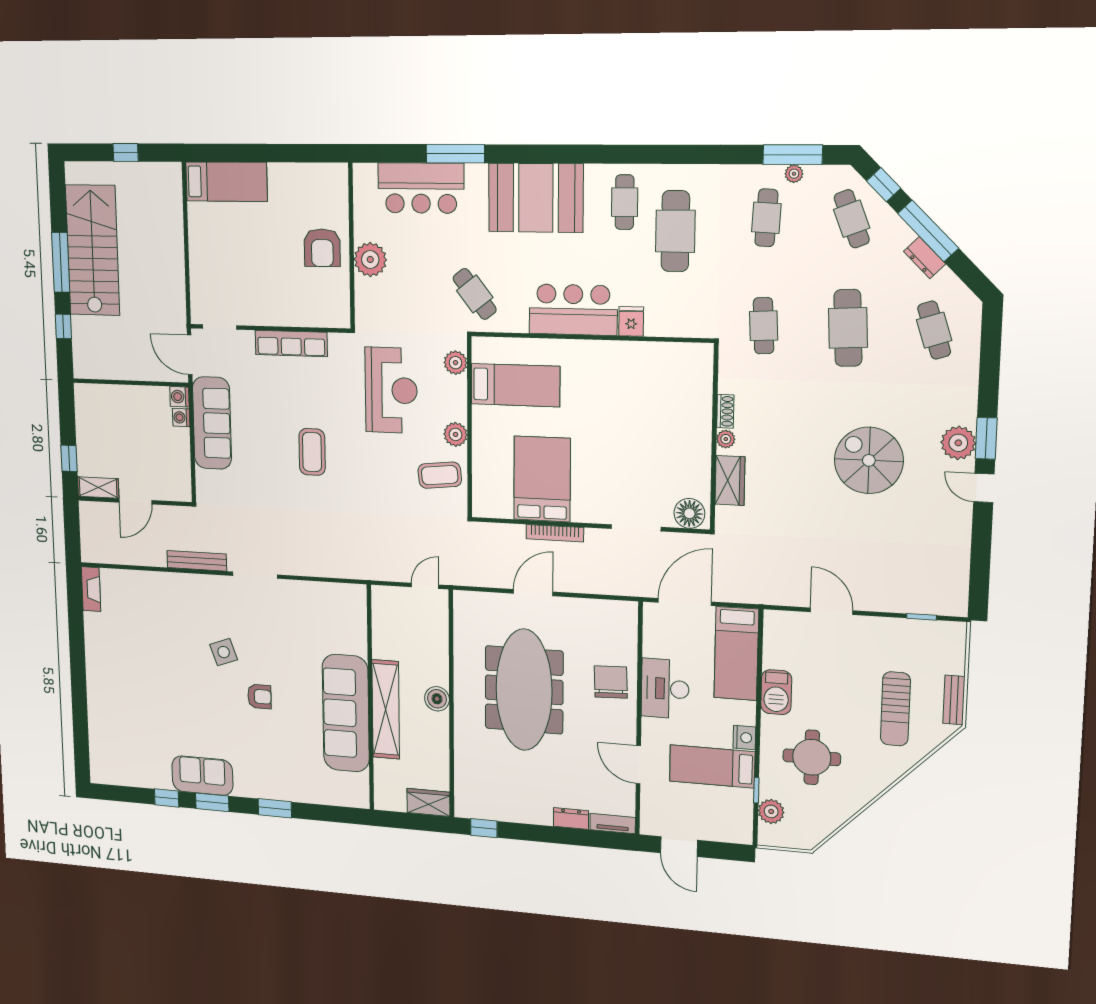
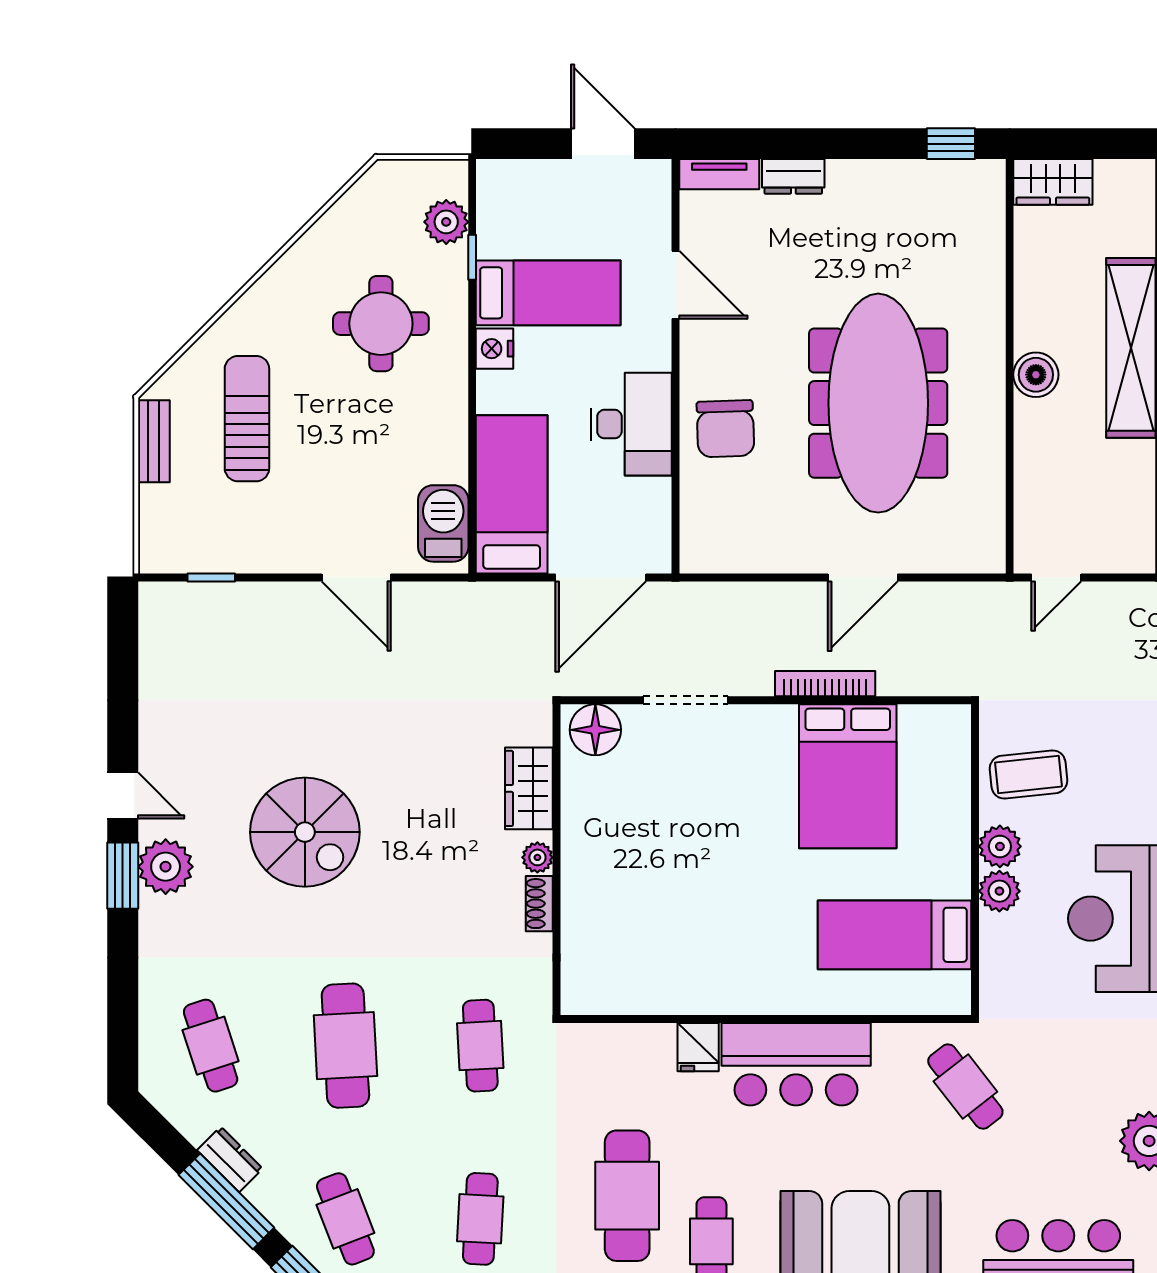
plant: (455, 363) -> (999, 891), moved
barbecue: (776, 692) -> (443, 523), moved

